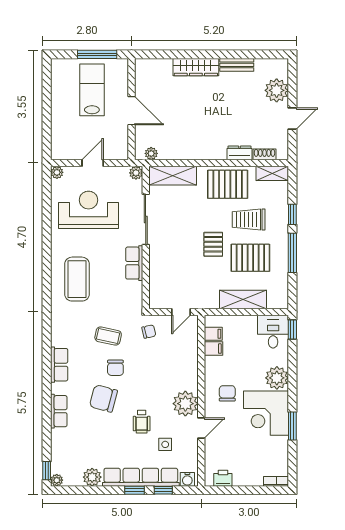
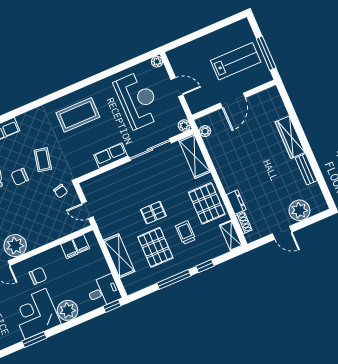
trolley: (249, 220) -> (186, 233), width x0.73, depth x0.72

